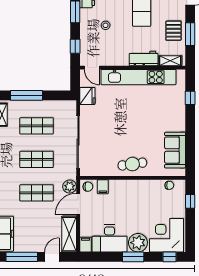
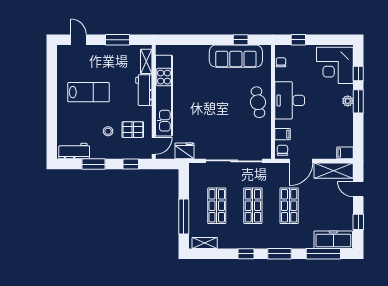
pallet: (173, 31) -> (133, 130), moved
window: (190, 98) -> (241, 40), moved
sofa: (175, 150) -> (236, 56), width x1.36
plant: (70, 187) -> (282, 170), removed
door: (78, 204) -> (301, 161), hinge flipped
desk: (109, 238) -> (290, 100), moved, turned 180
plant: (138, 243) -> (348, 101), width x0.53, depth x0.53
window: (22, 257) -> (358, 222), width x0.46
window: (169, 257) -> (358, 74), moved

